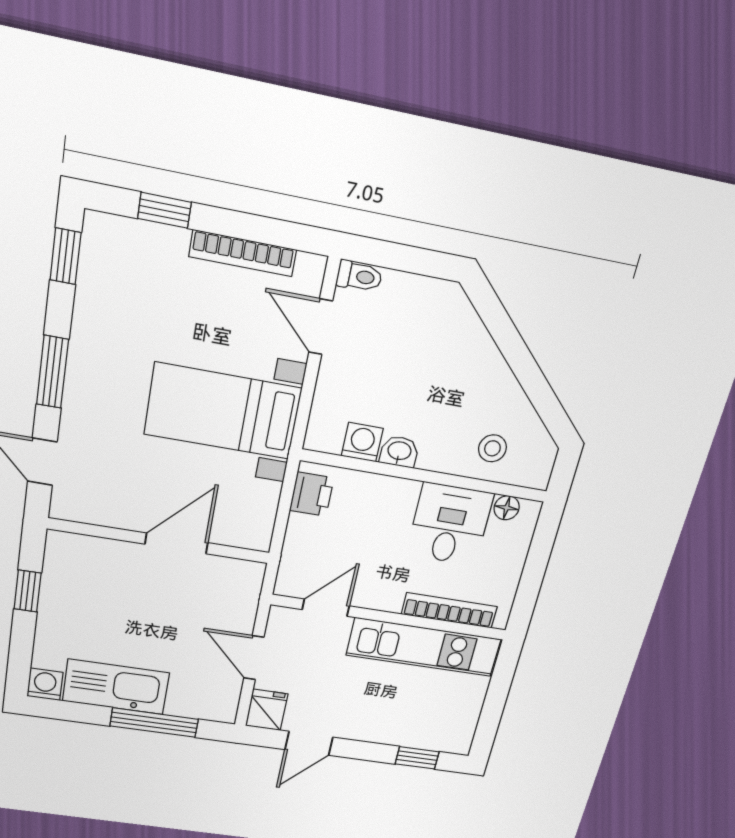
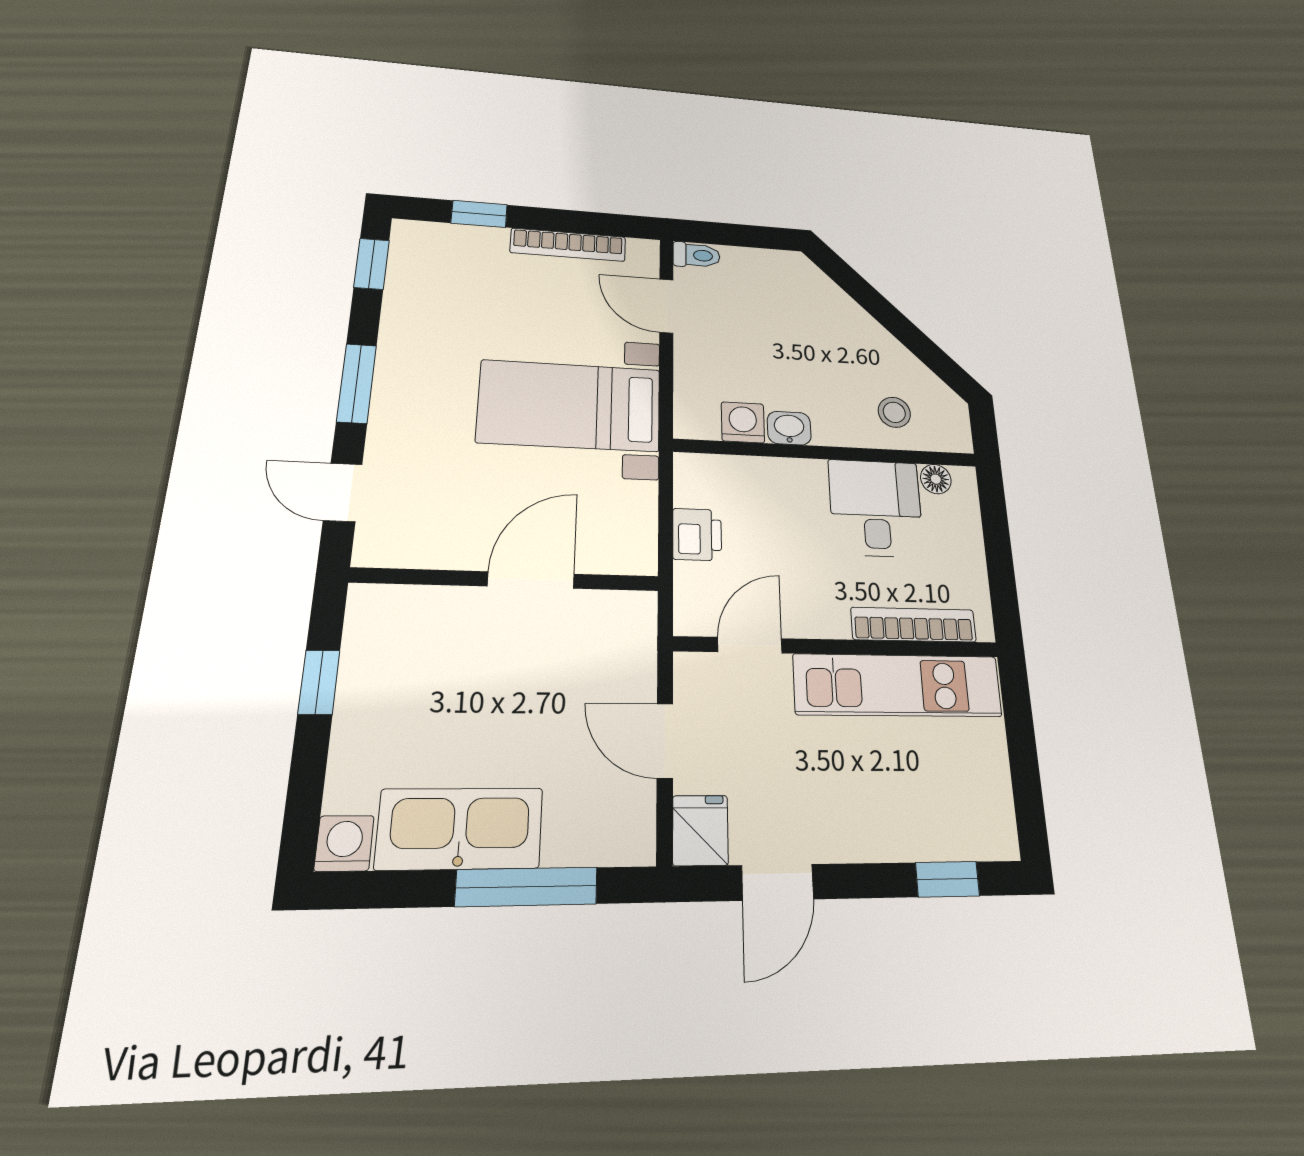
printer: (312, 494) -> (697, 535), moved

